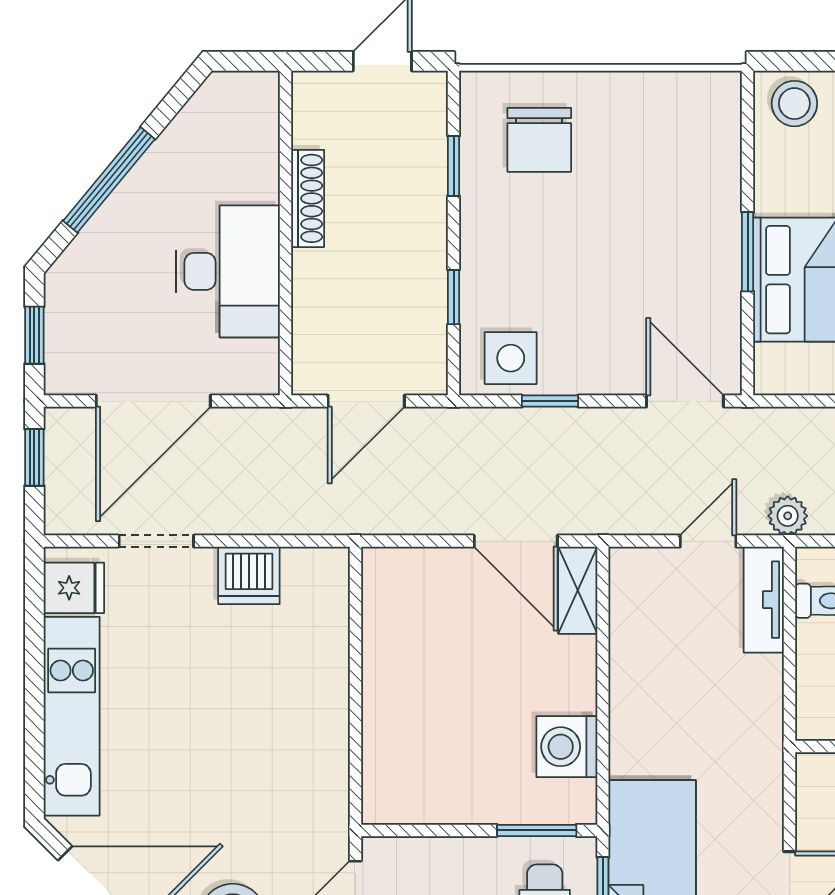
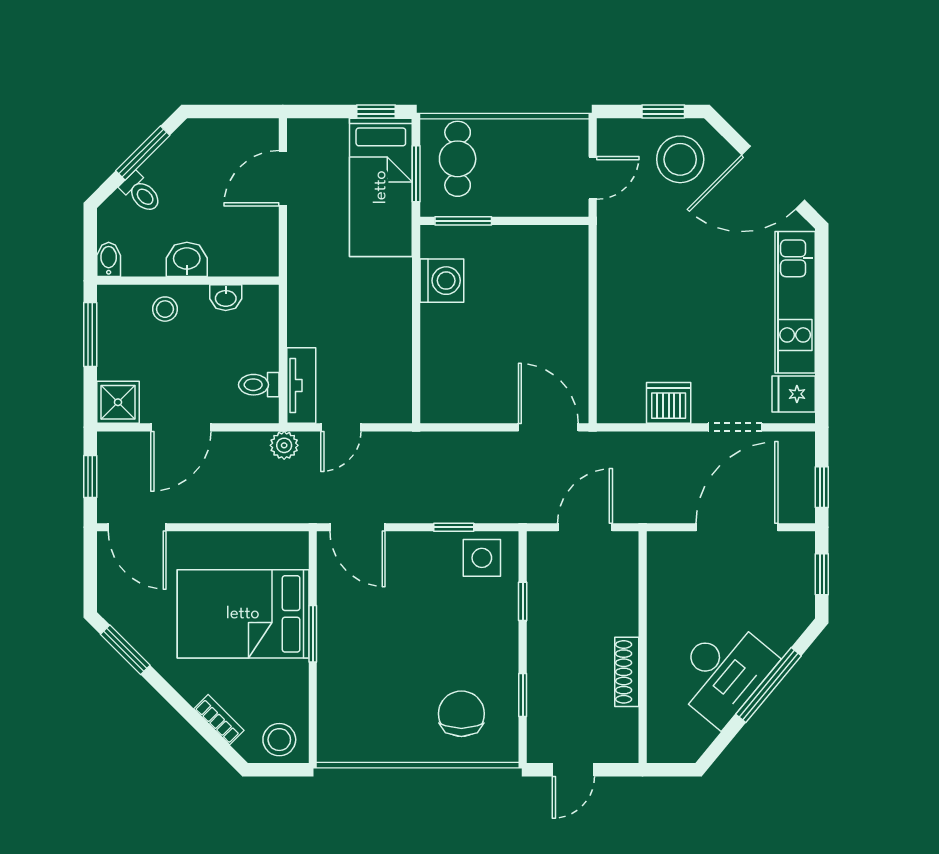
desk: (228, 271) -> (723, 672), moved, turned -140
door: (516, 541) -> (548, 427), moved
shelving: (578, 590) -> (434, 392), removed

